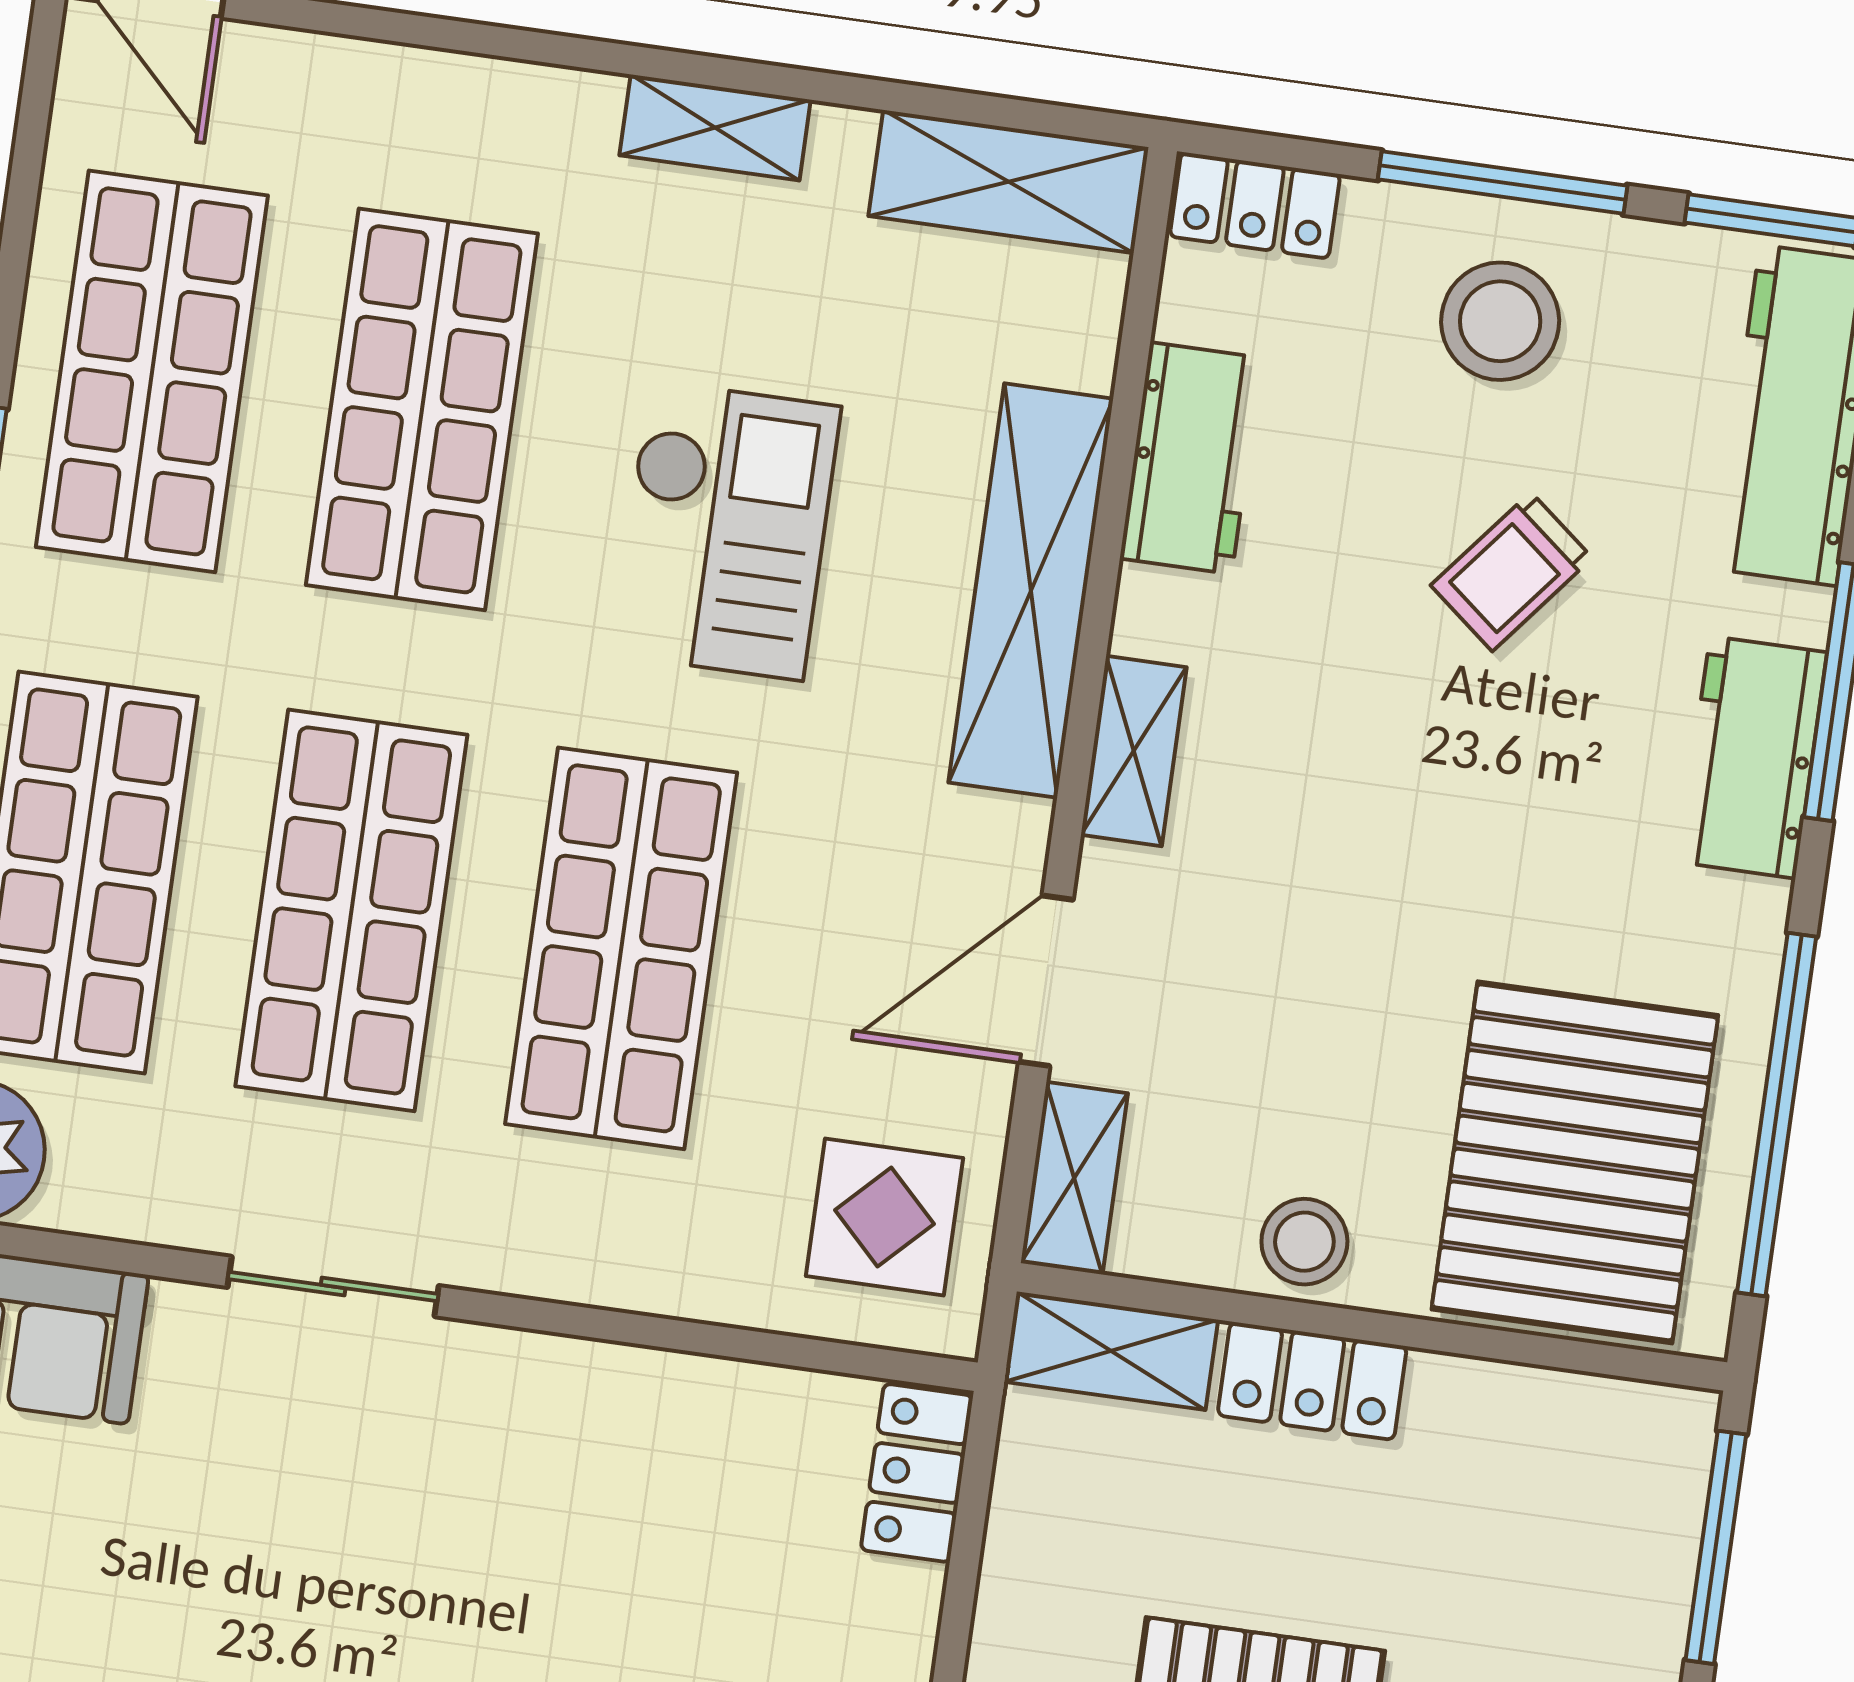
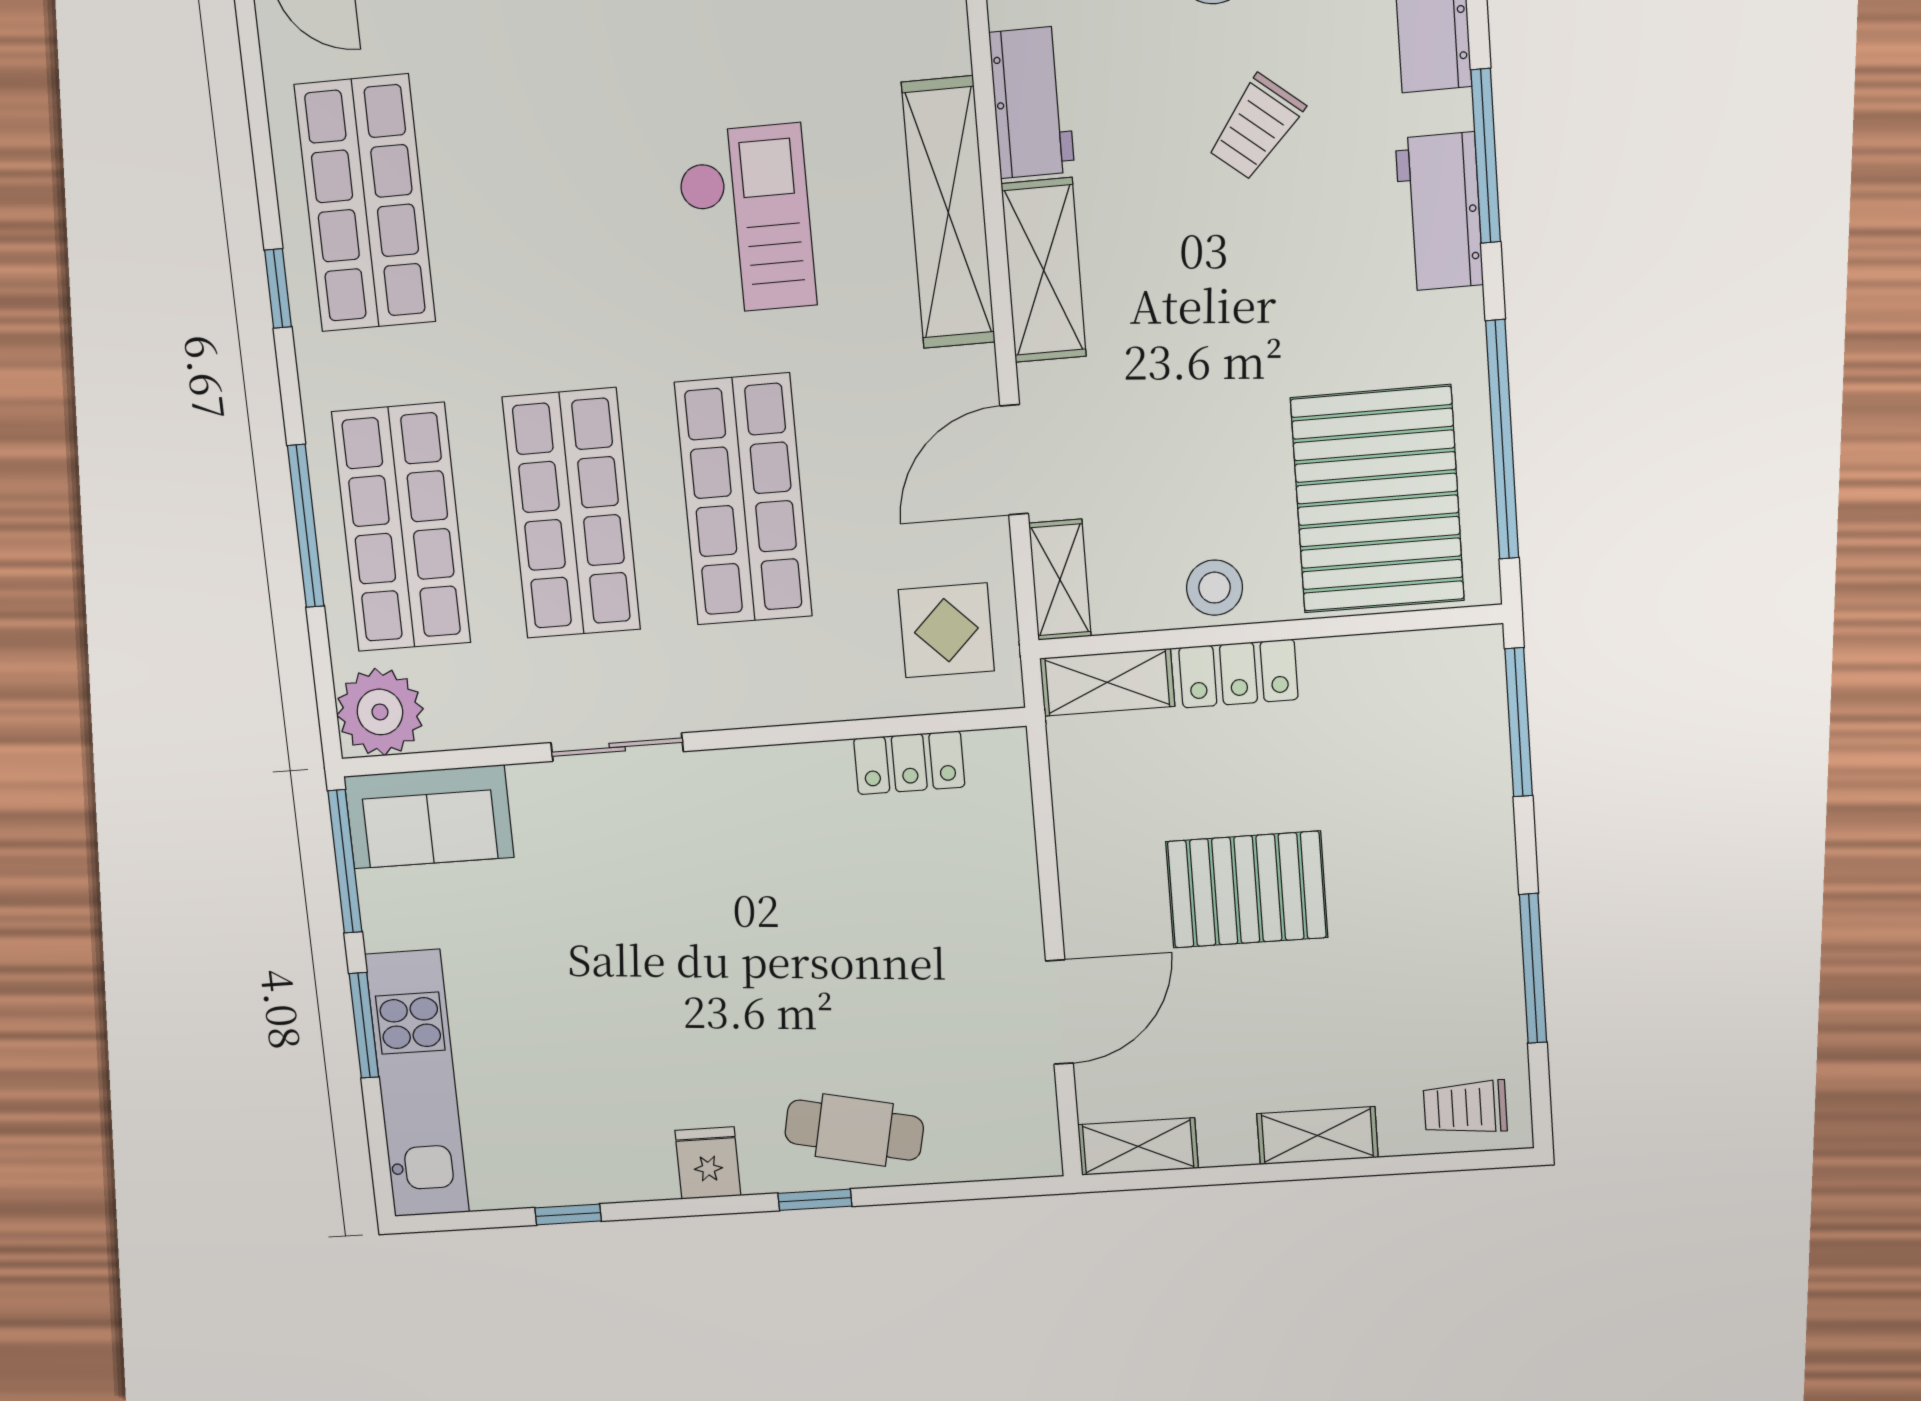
shop shelf: (422, 409) -> (538, 187), removed
shelving: (1134, 751) -> (1044, 270), width x1.50, depth x1.33
locker: (917, 1473) -> (909, 763), moved, turned -90

